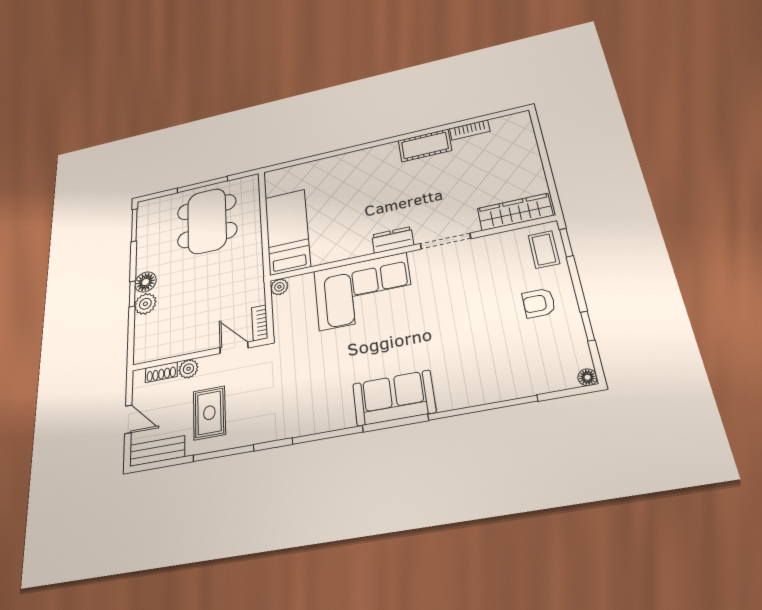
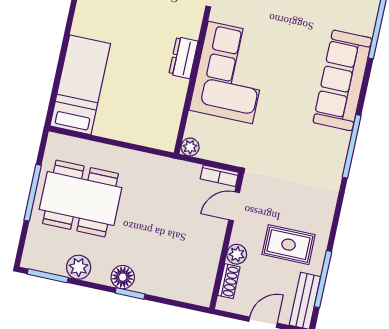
bed: (287, 232) -> (80, 85), moved, turned 90
dresser: (393, 240) -> (183, 58), moved
plant: (145, 304) -> (79, 267), moved
sofa: (394, 398) -> (342, 80), width x1.36
window: (223, 453) -> (323, 279), moved

